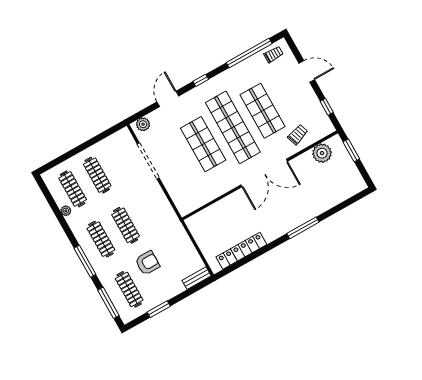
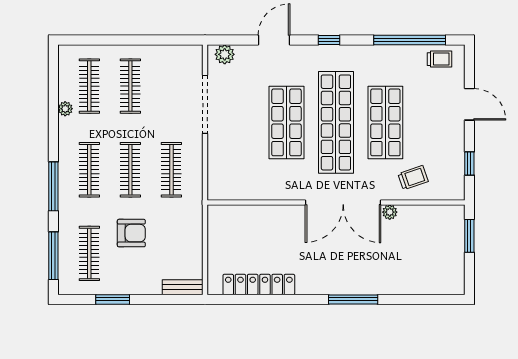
plant: (322, 153) -> (390, 212), moved, width x0.53, depth x0.53
clothes rail: (150, 211) -> (171, 170), added

